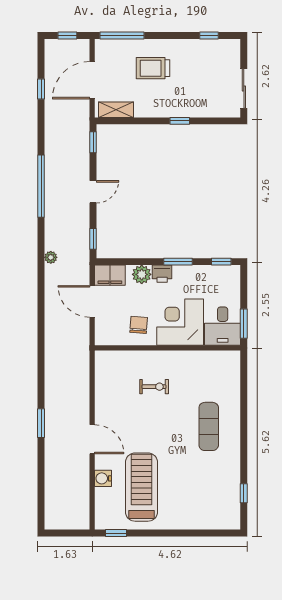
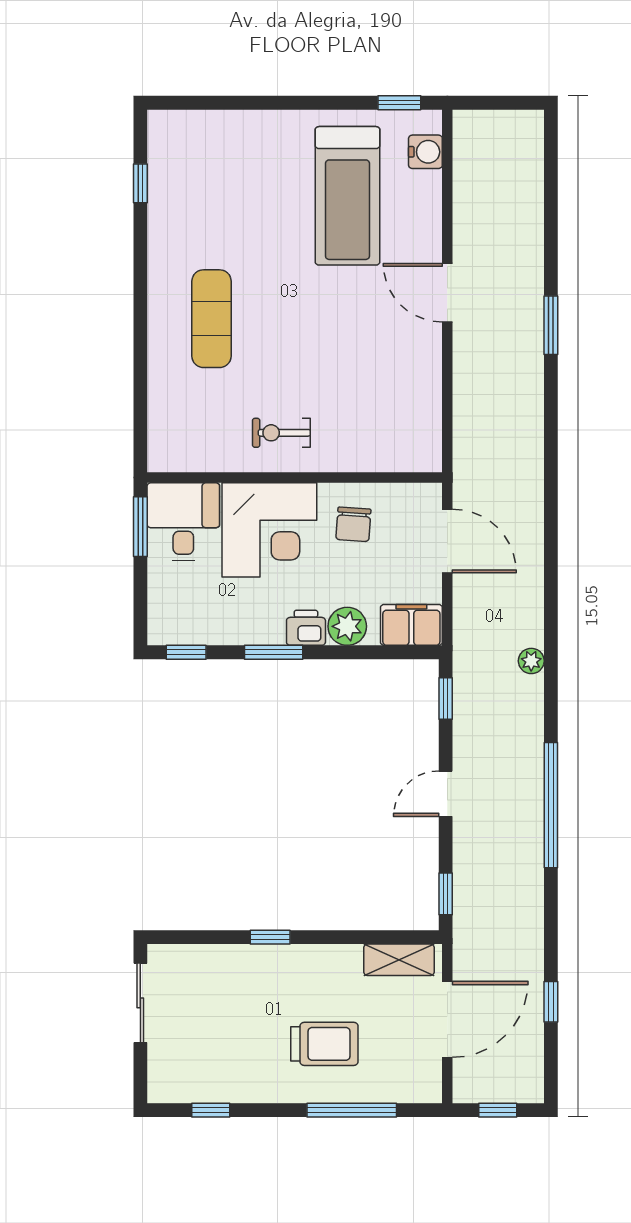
window: (122, 35) -> (352, 1110), moved
door: (92, 301) -> (447, 541), moved
exercise bike: (154, 387) -> (281, 433), moved
water cooler: (103, 478) -> (425, 152), moved

